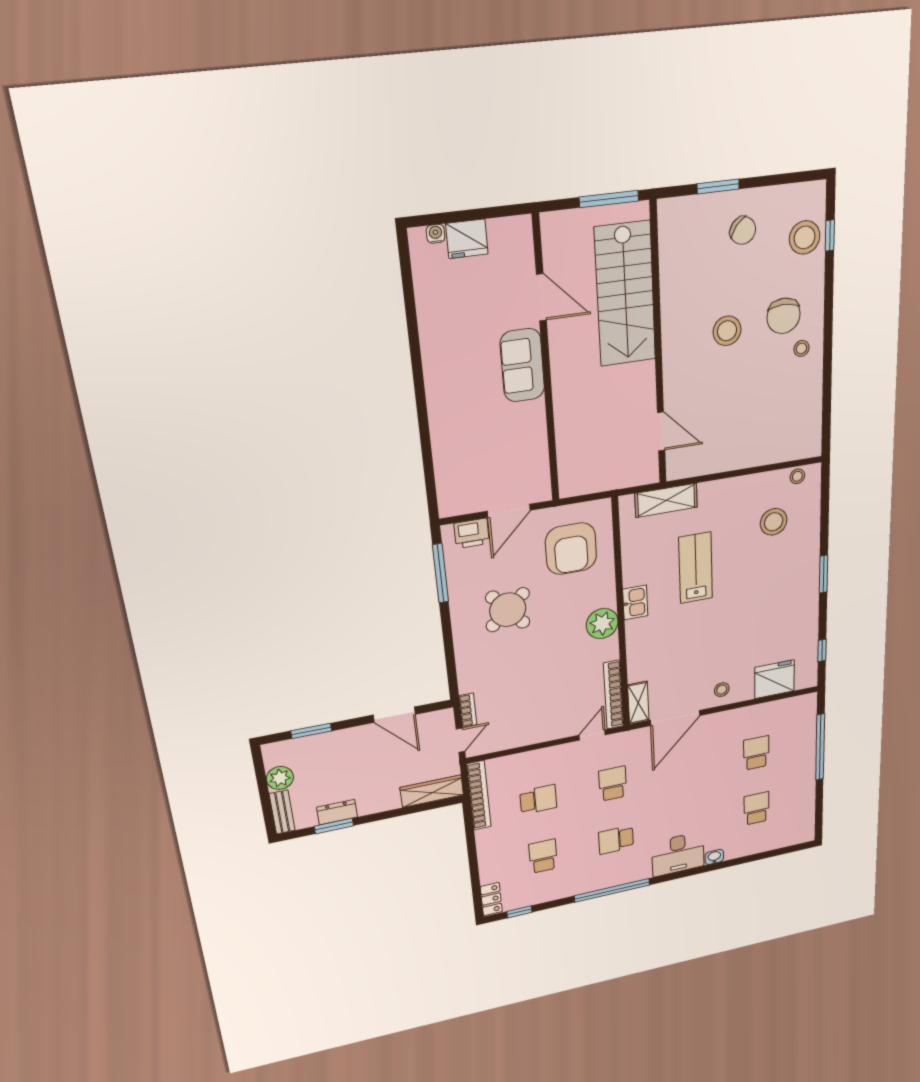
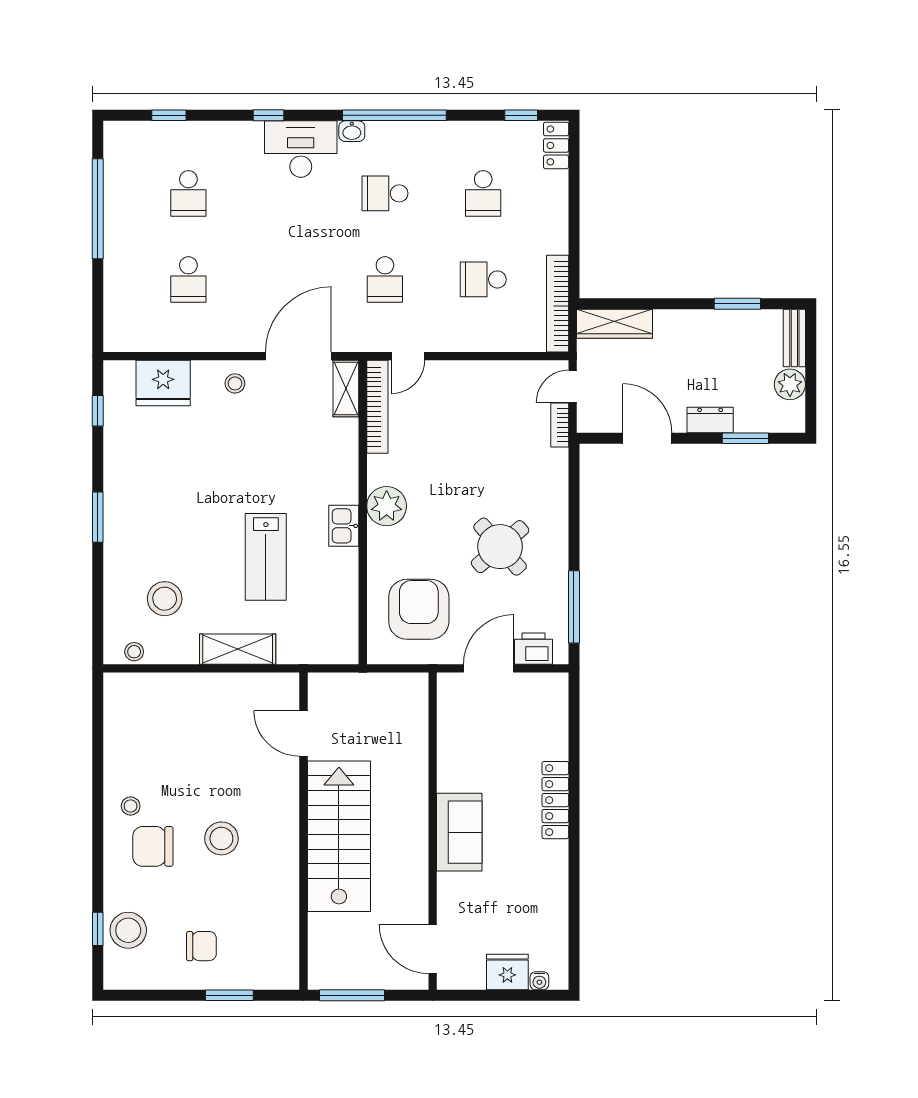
chair: (743, 230) -> (201, 946), turned 141
stairs: (625, 294) -> (339, 836), moved
door: (541, 297) -> (433, 949), moved
chair: (784, 316) -> (153, 846), turned -90
locker: (439, 407) -> (555, 800), added
shelving: (666, 500) -> (238, 649), moved
window: (820, 747) -> (98, 209), moved
dresser: (337, 812) -> (710, 420), moved, turned 180
school desk: (616, 840) -> (385, 193), turned 180
window: (770, 854) -> (169, 115), added
washbasin: (714, 857) -> (352, 131), moved
window: (701, 870) -> (269, 115), added

